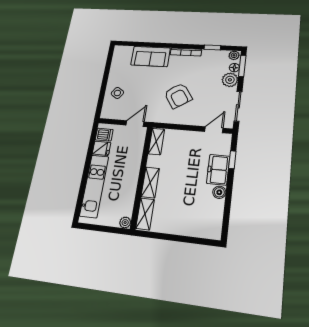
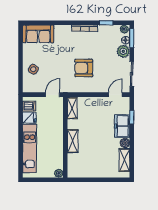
sofa: (150, 56) -> (38, 34), moved
armchair: (178, 96) -> (84, 68), turned 124
shelving: (145, 214) -> (124, 160), moved

